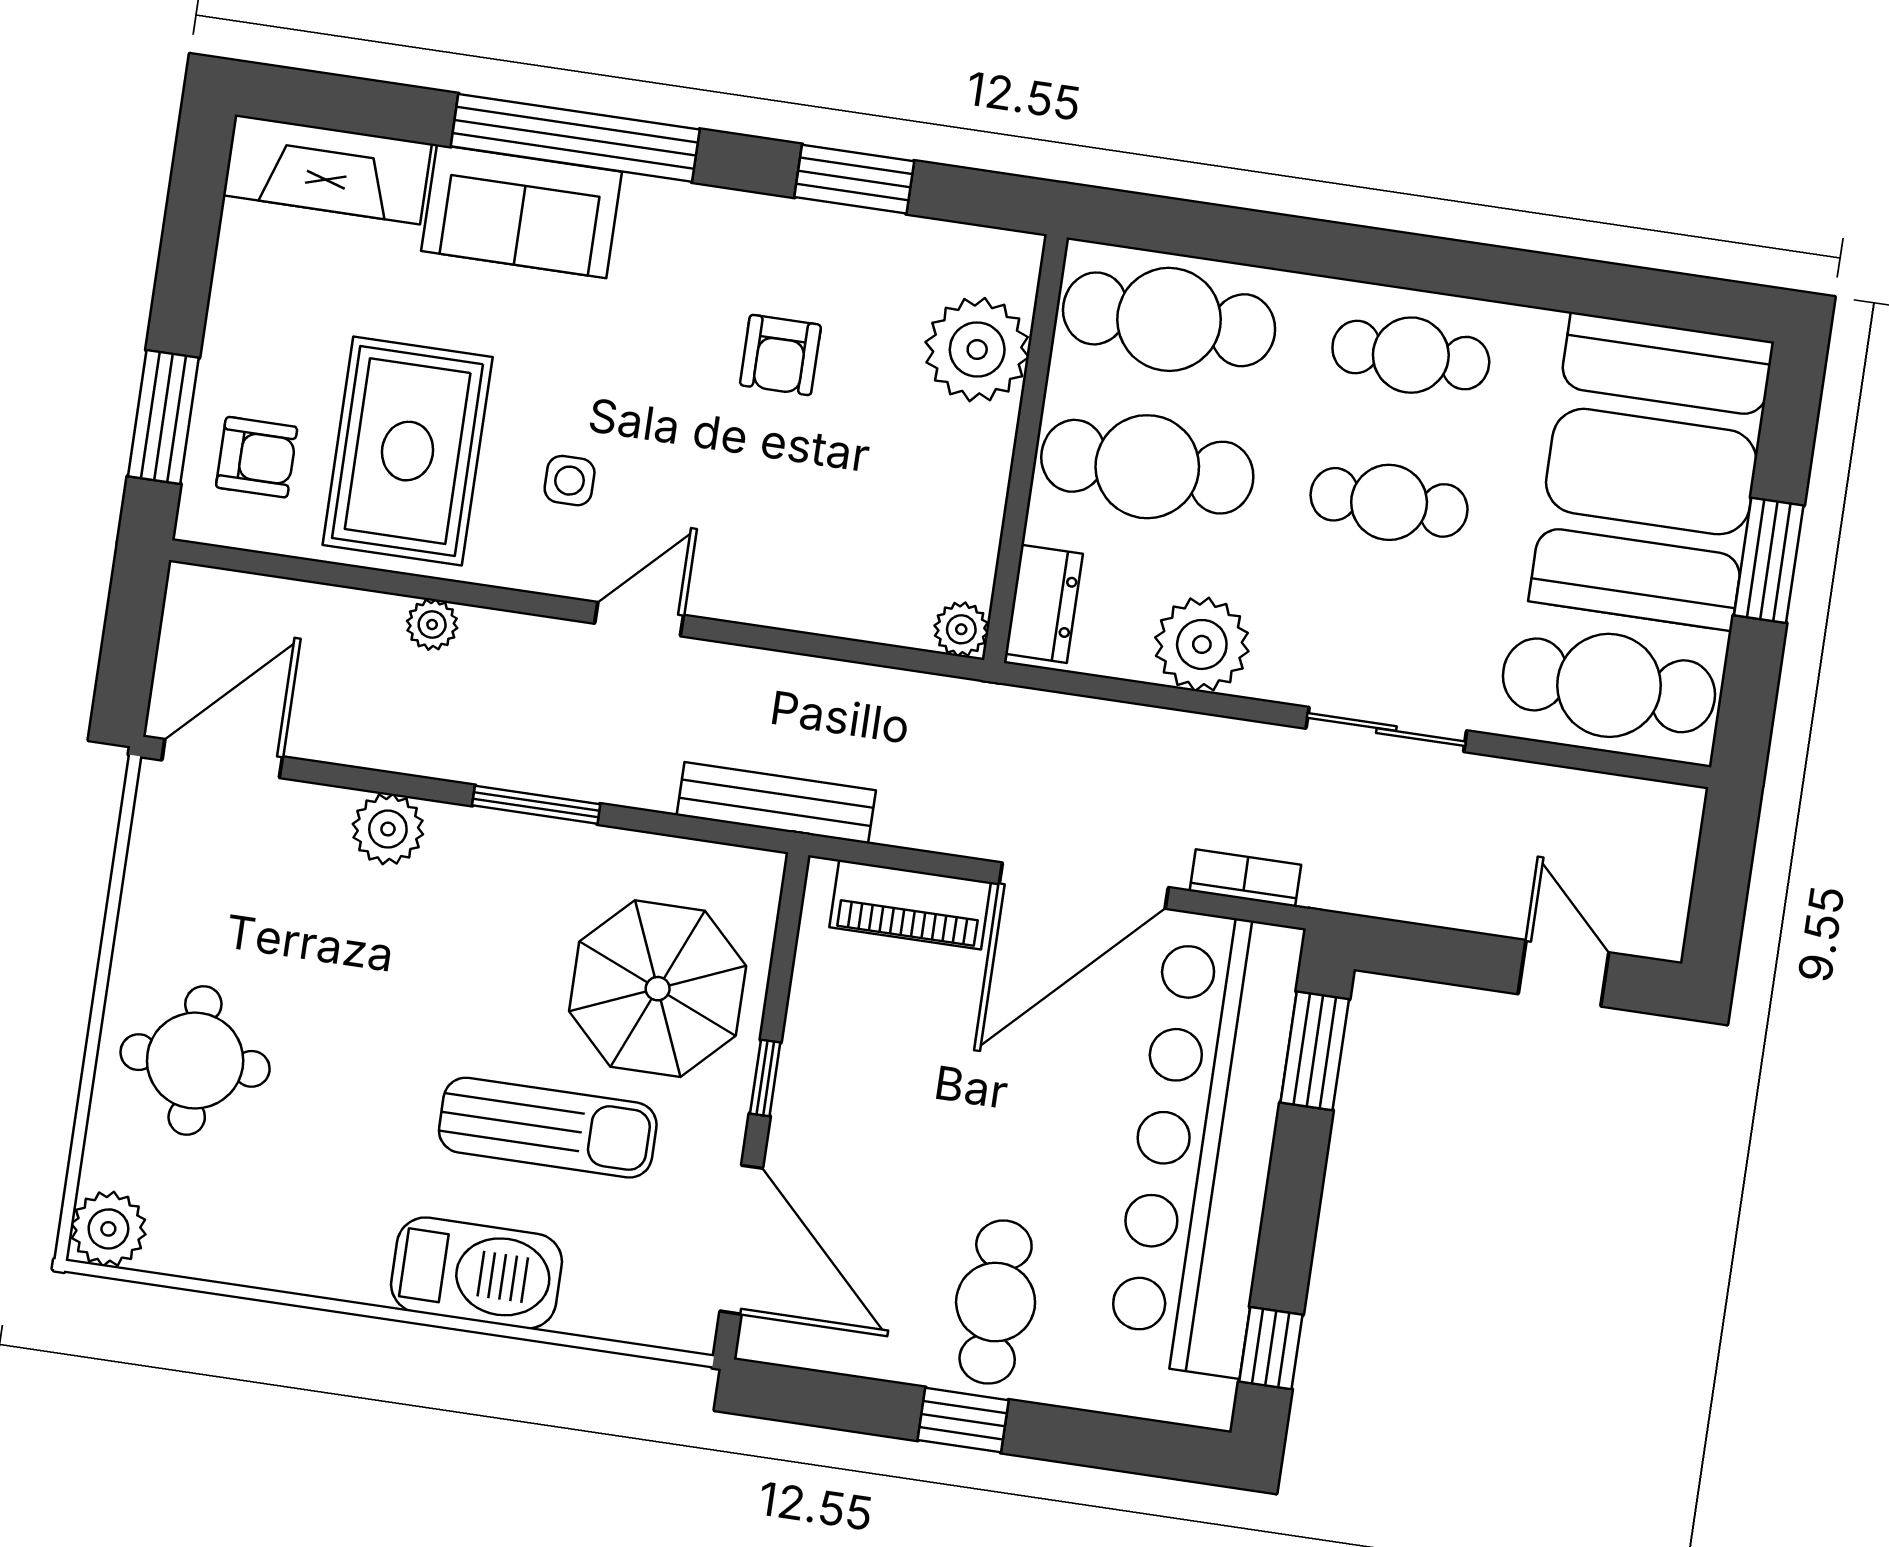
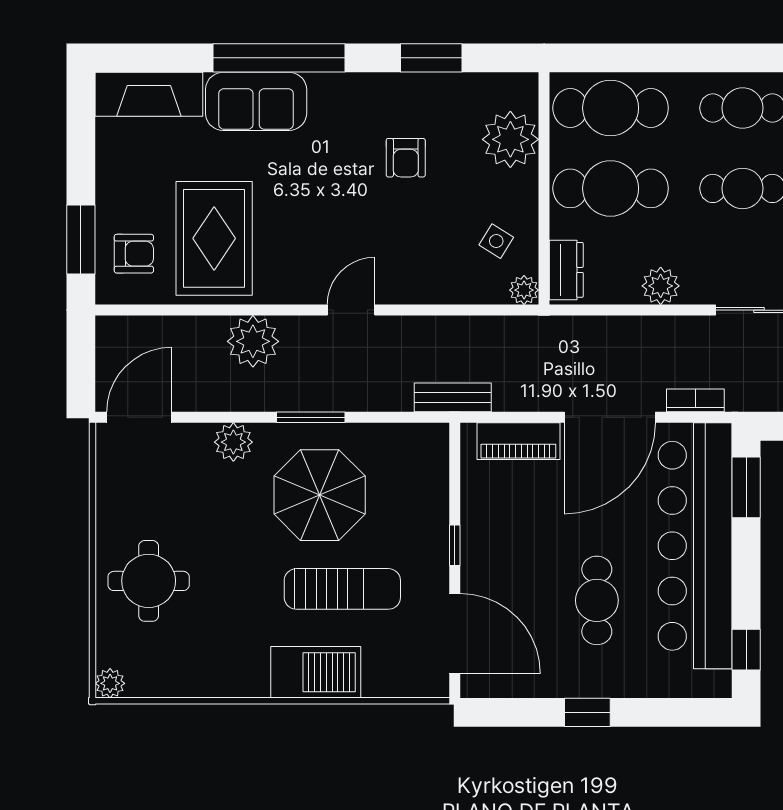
side table: (570, 481) -> (496, 241), moved, turned 32
plant: (432, 625) -> (253, 341), width x1.88, depth x1.88
plant: (1202, 644) -> (661, 286), width x0.73, depth x0.73
bench: (776, 803) -> (453, 397), width x0.73
parasol: (658, 989) -> (320, 495), moved
plant: (108, 1229) -> (110, 683), width x0.73, depth x0.73
cafe table: (996, 1302) -> (597, 600), moved

